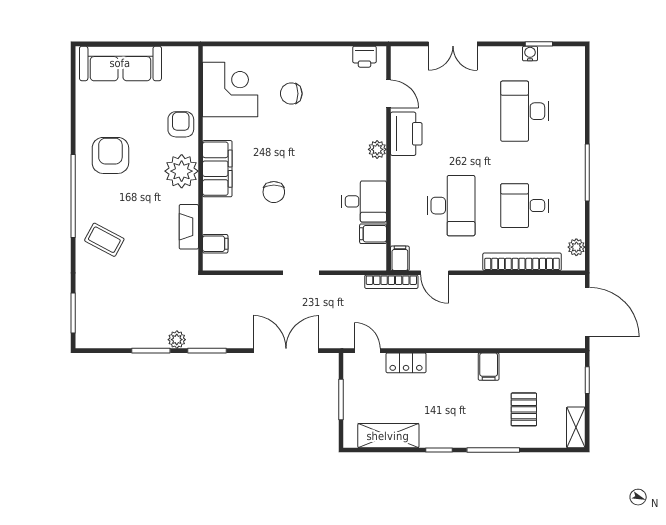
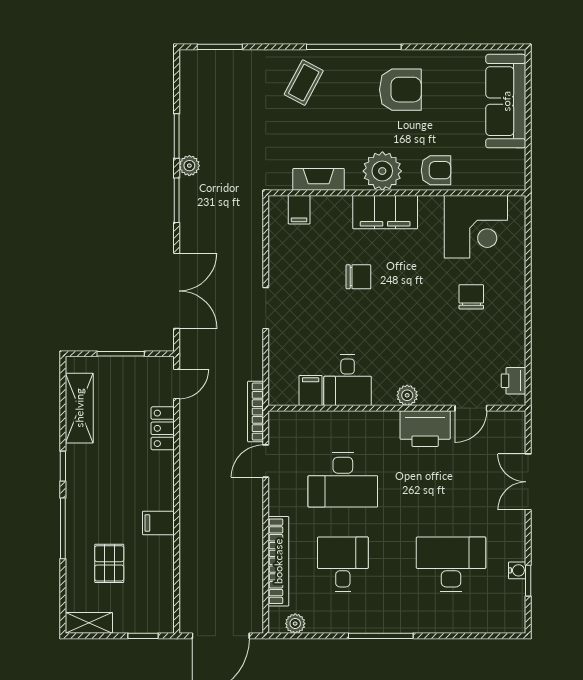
chair: (274, 192) -> (358, 277), turned 180
filing cabinet: (400, 258) -> (282, 421), removed
pallet: (524, 409) -> (109, 563), turned 90

